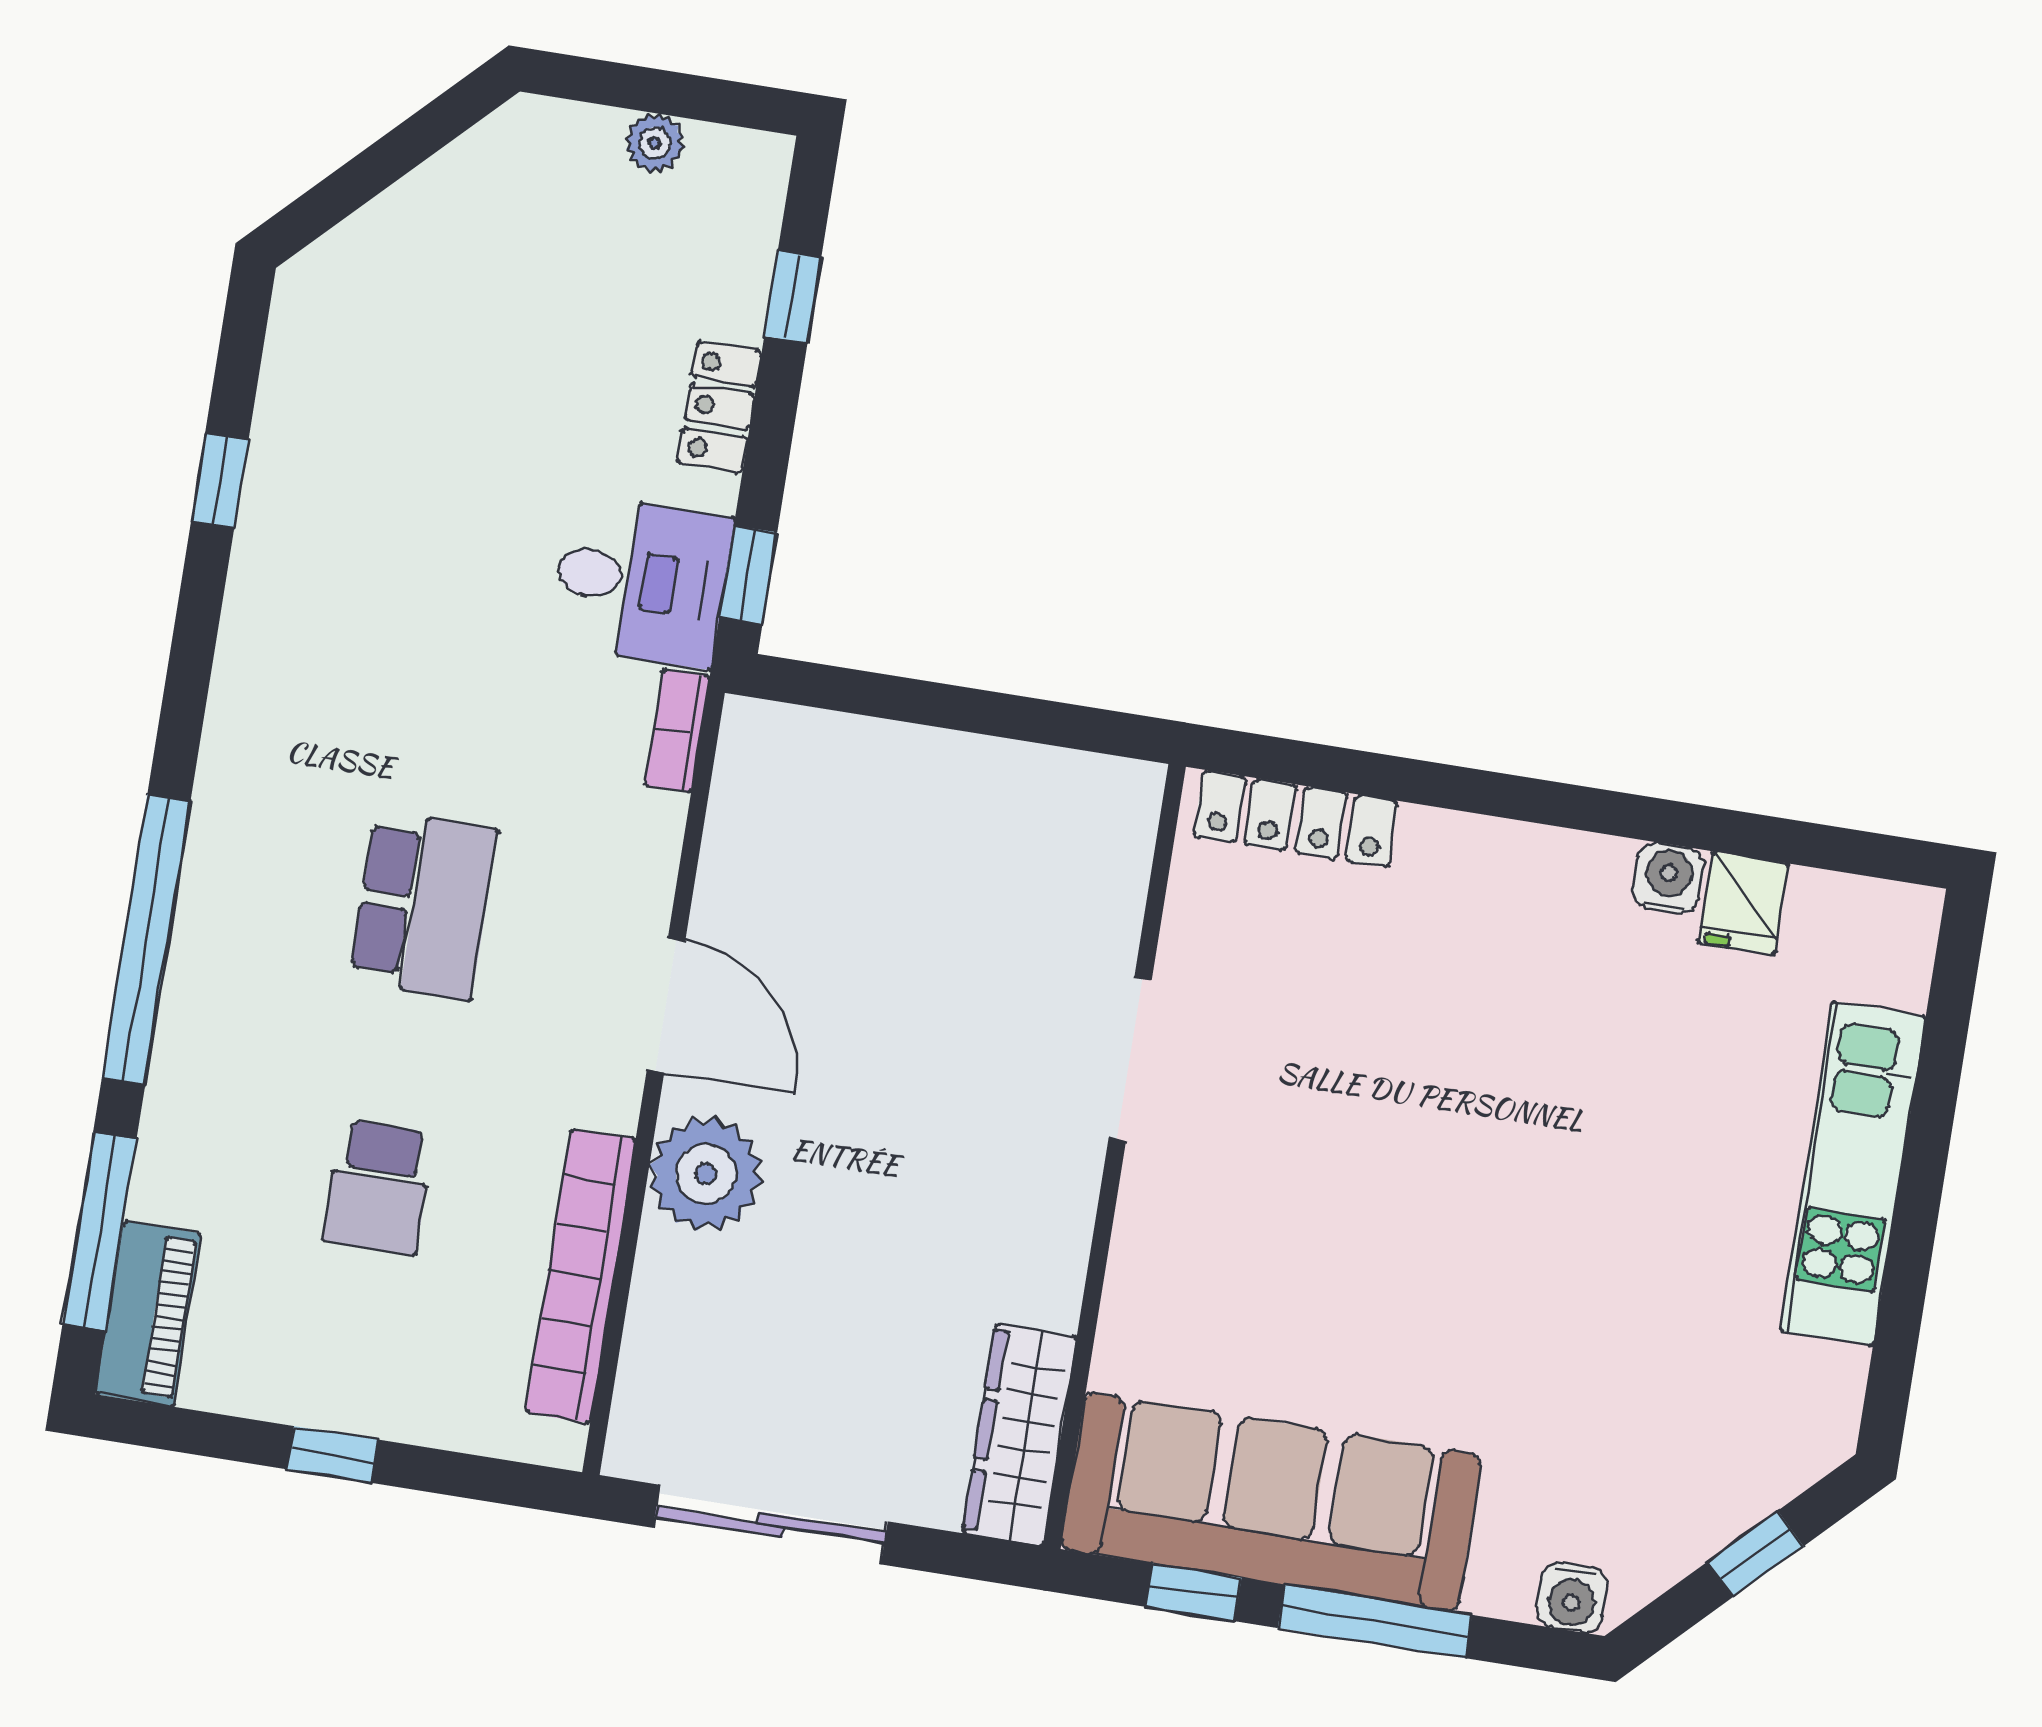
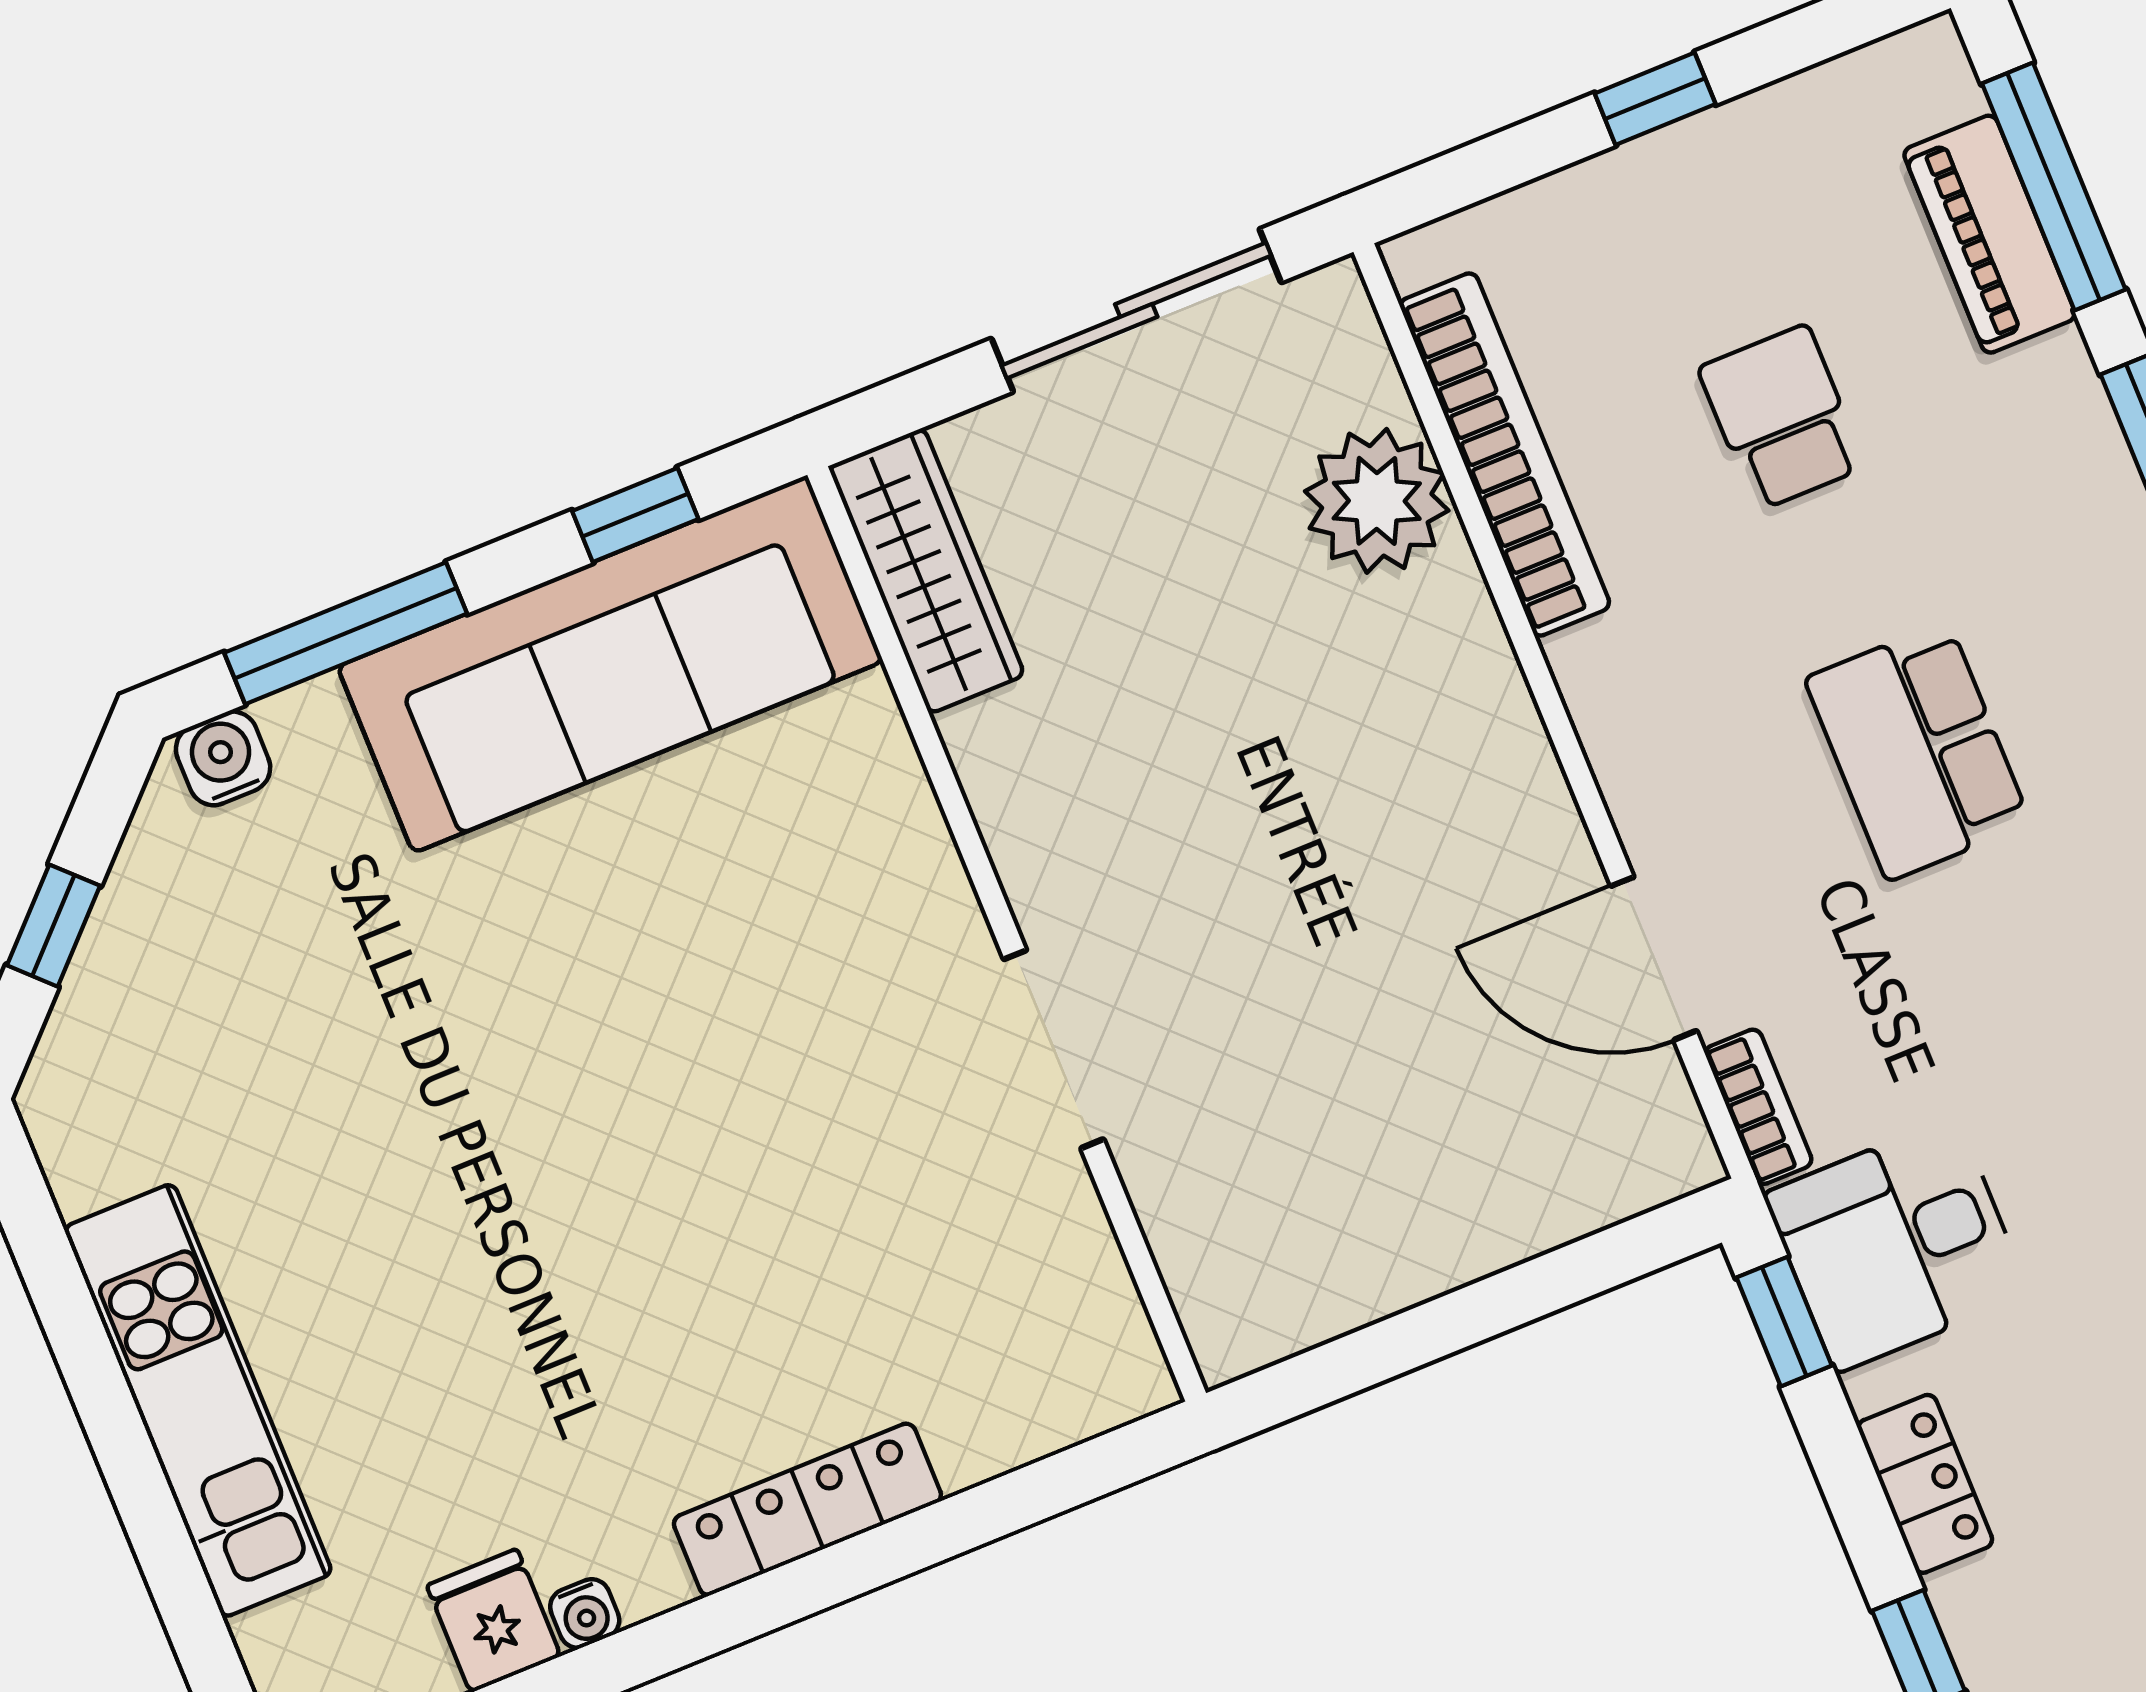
locker: (1296, 819) -> (807, 1509), moved
water cooler: (1668, 878) -> (585, 1614), width x0.72, depth x0.72
door: (666, 1005) -> (1654, 959), moved
plant: (706, 1174) -> (1377, 501), moved
piano: (148, 1314) -> (1990, 234), moved
window: (1375, 1621) -> (346, 633), moved

